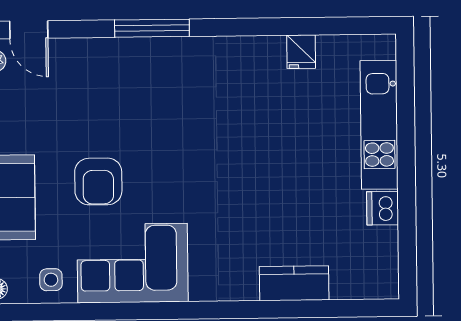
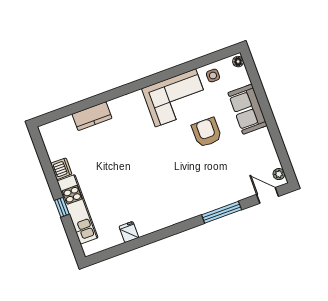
window: (152, 28) -> (222, 212), moved
window: (406, 139) -> (62, 207), added

